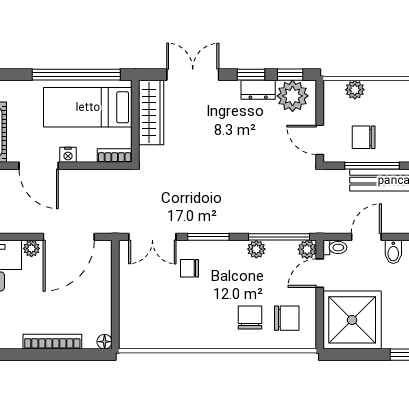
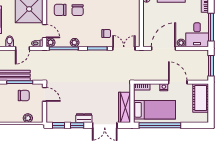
dresser: (258, 90) -> (84, 118), moved
plant: (293, 96) -> (57, 115), removed
door: (320, 273) -> (45, 31), hinge flipped

